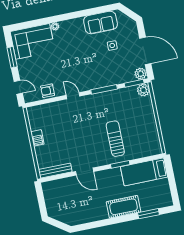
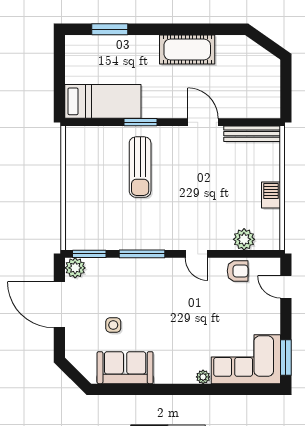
window: (12, 57) -> (286, 358), moved
plant: (143, 90) -> (244, 239), moved
cot: (124, 207) -> (187, 50), moved

